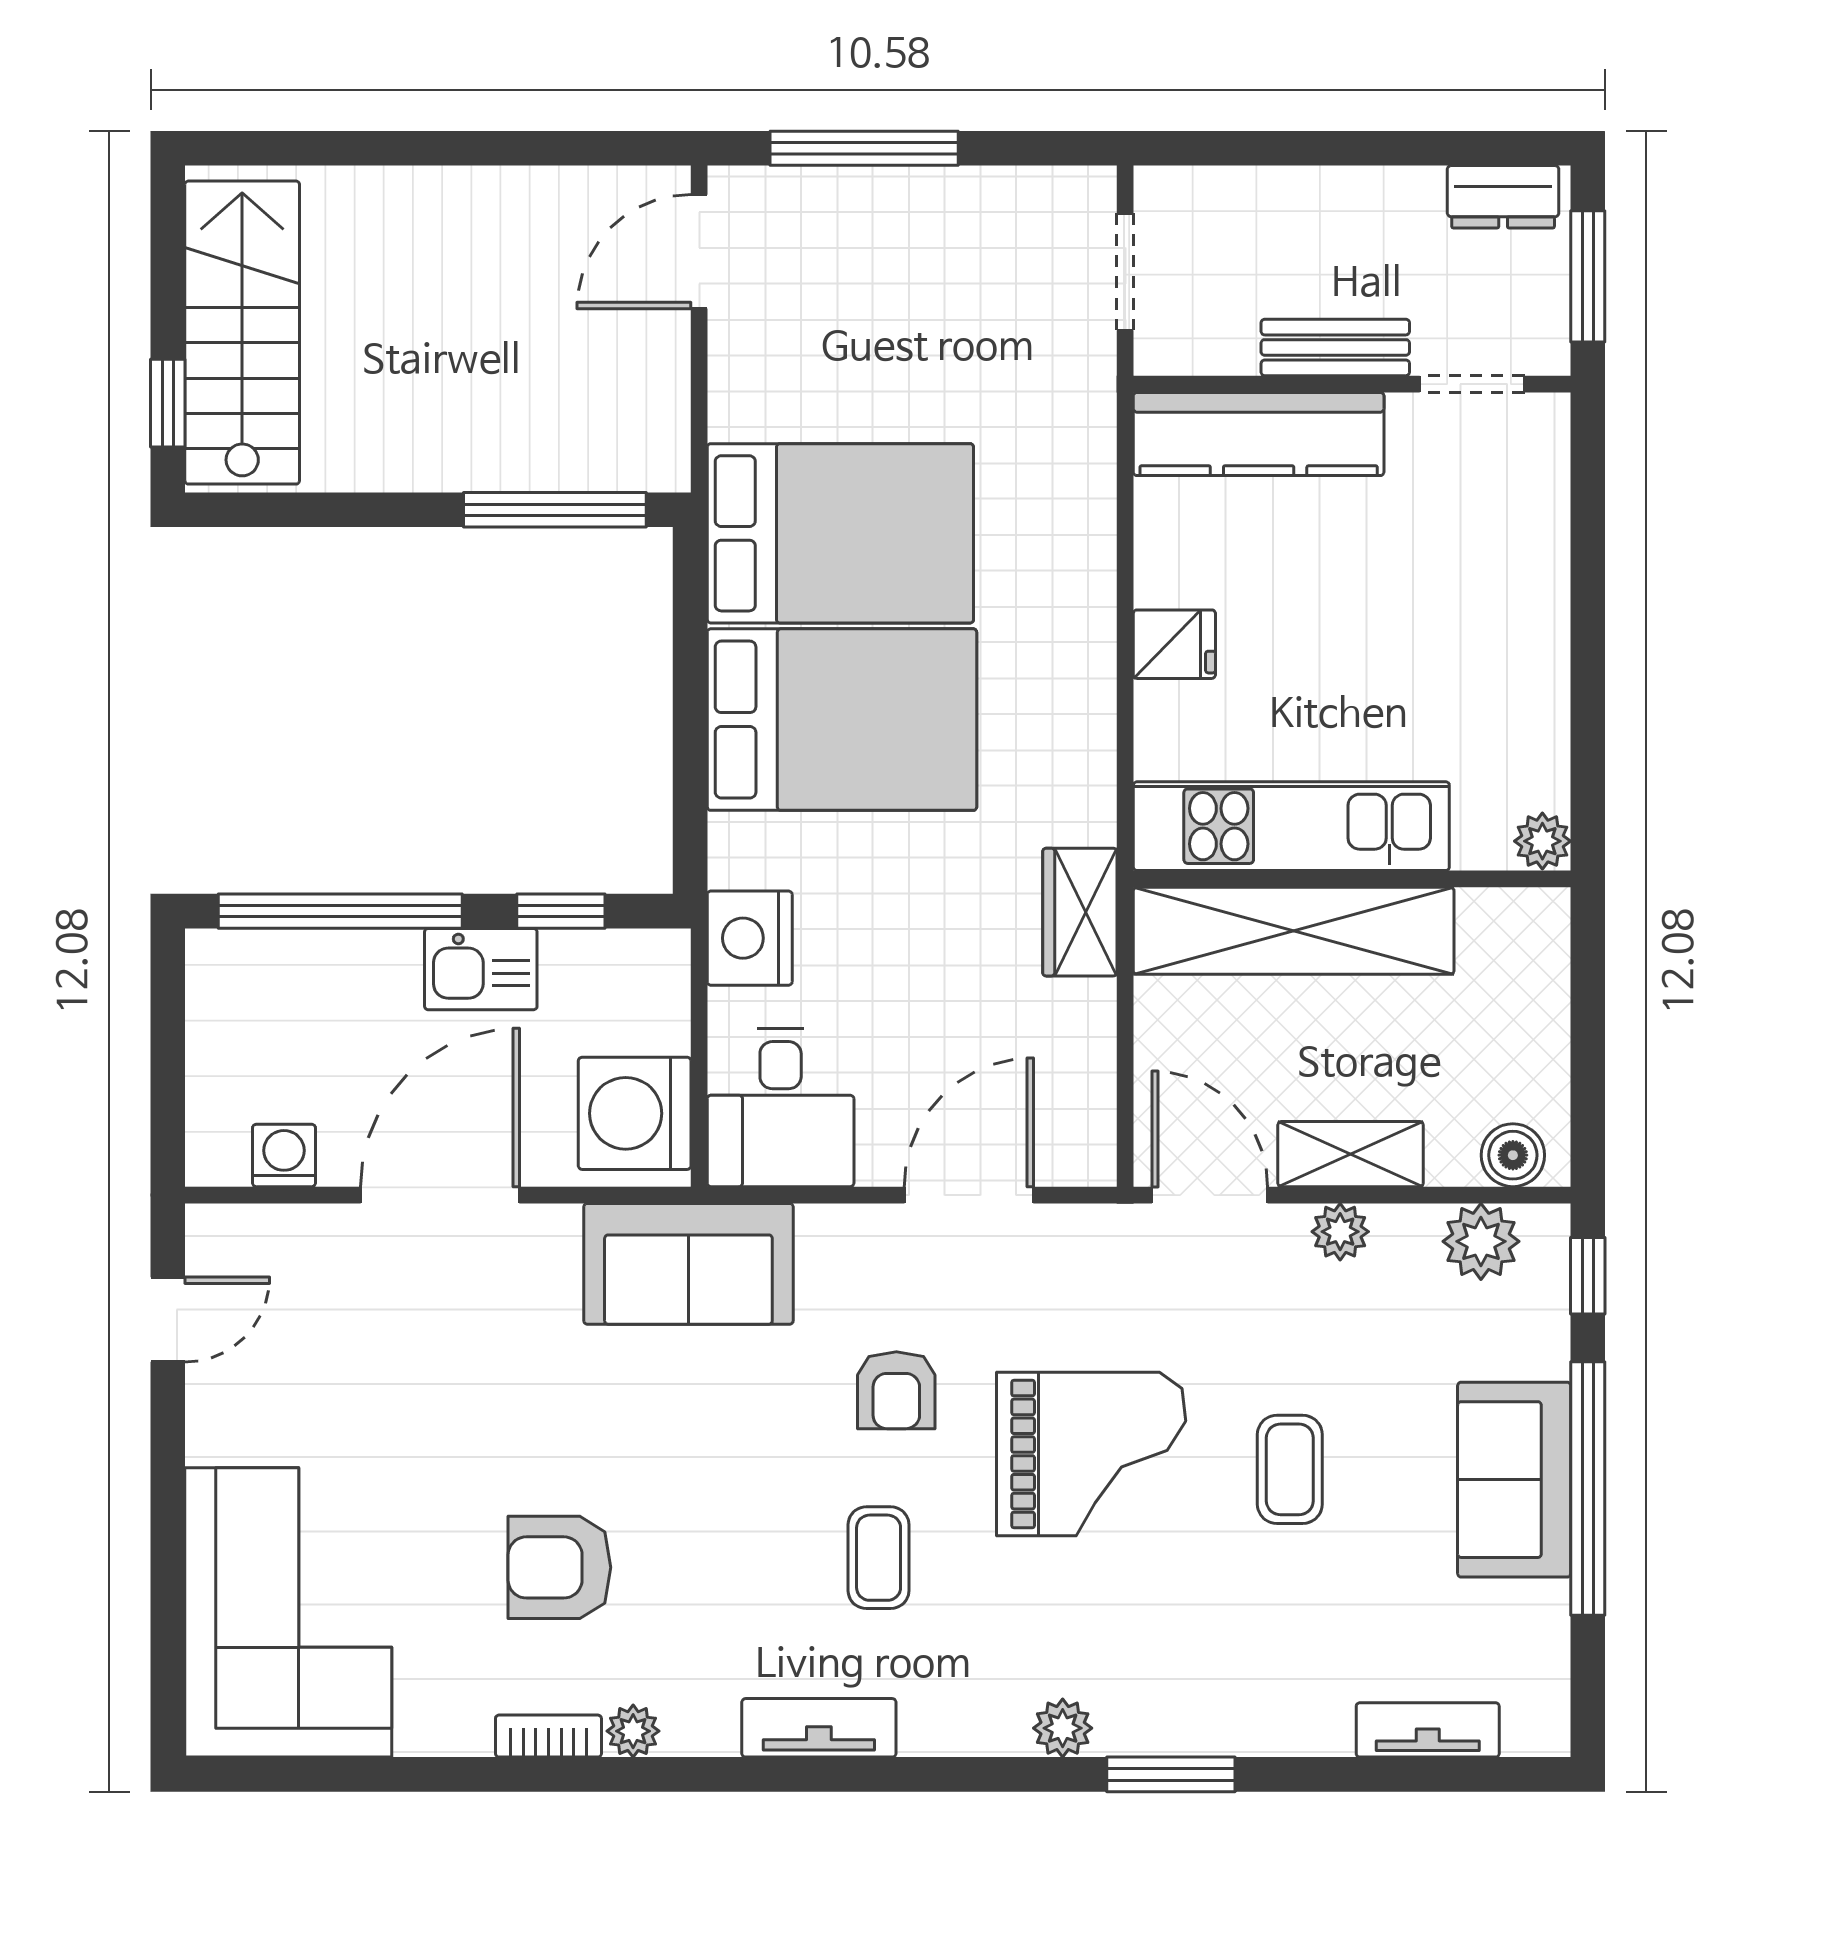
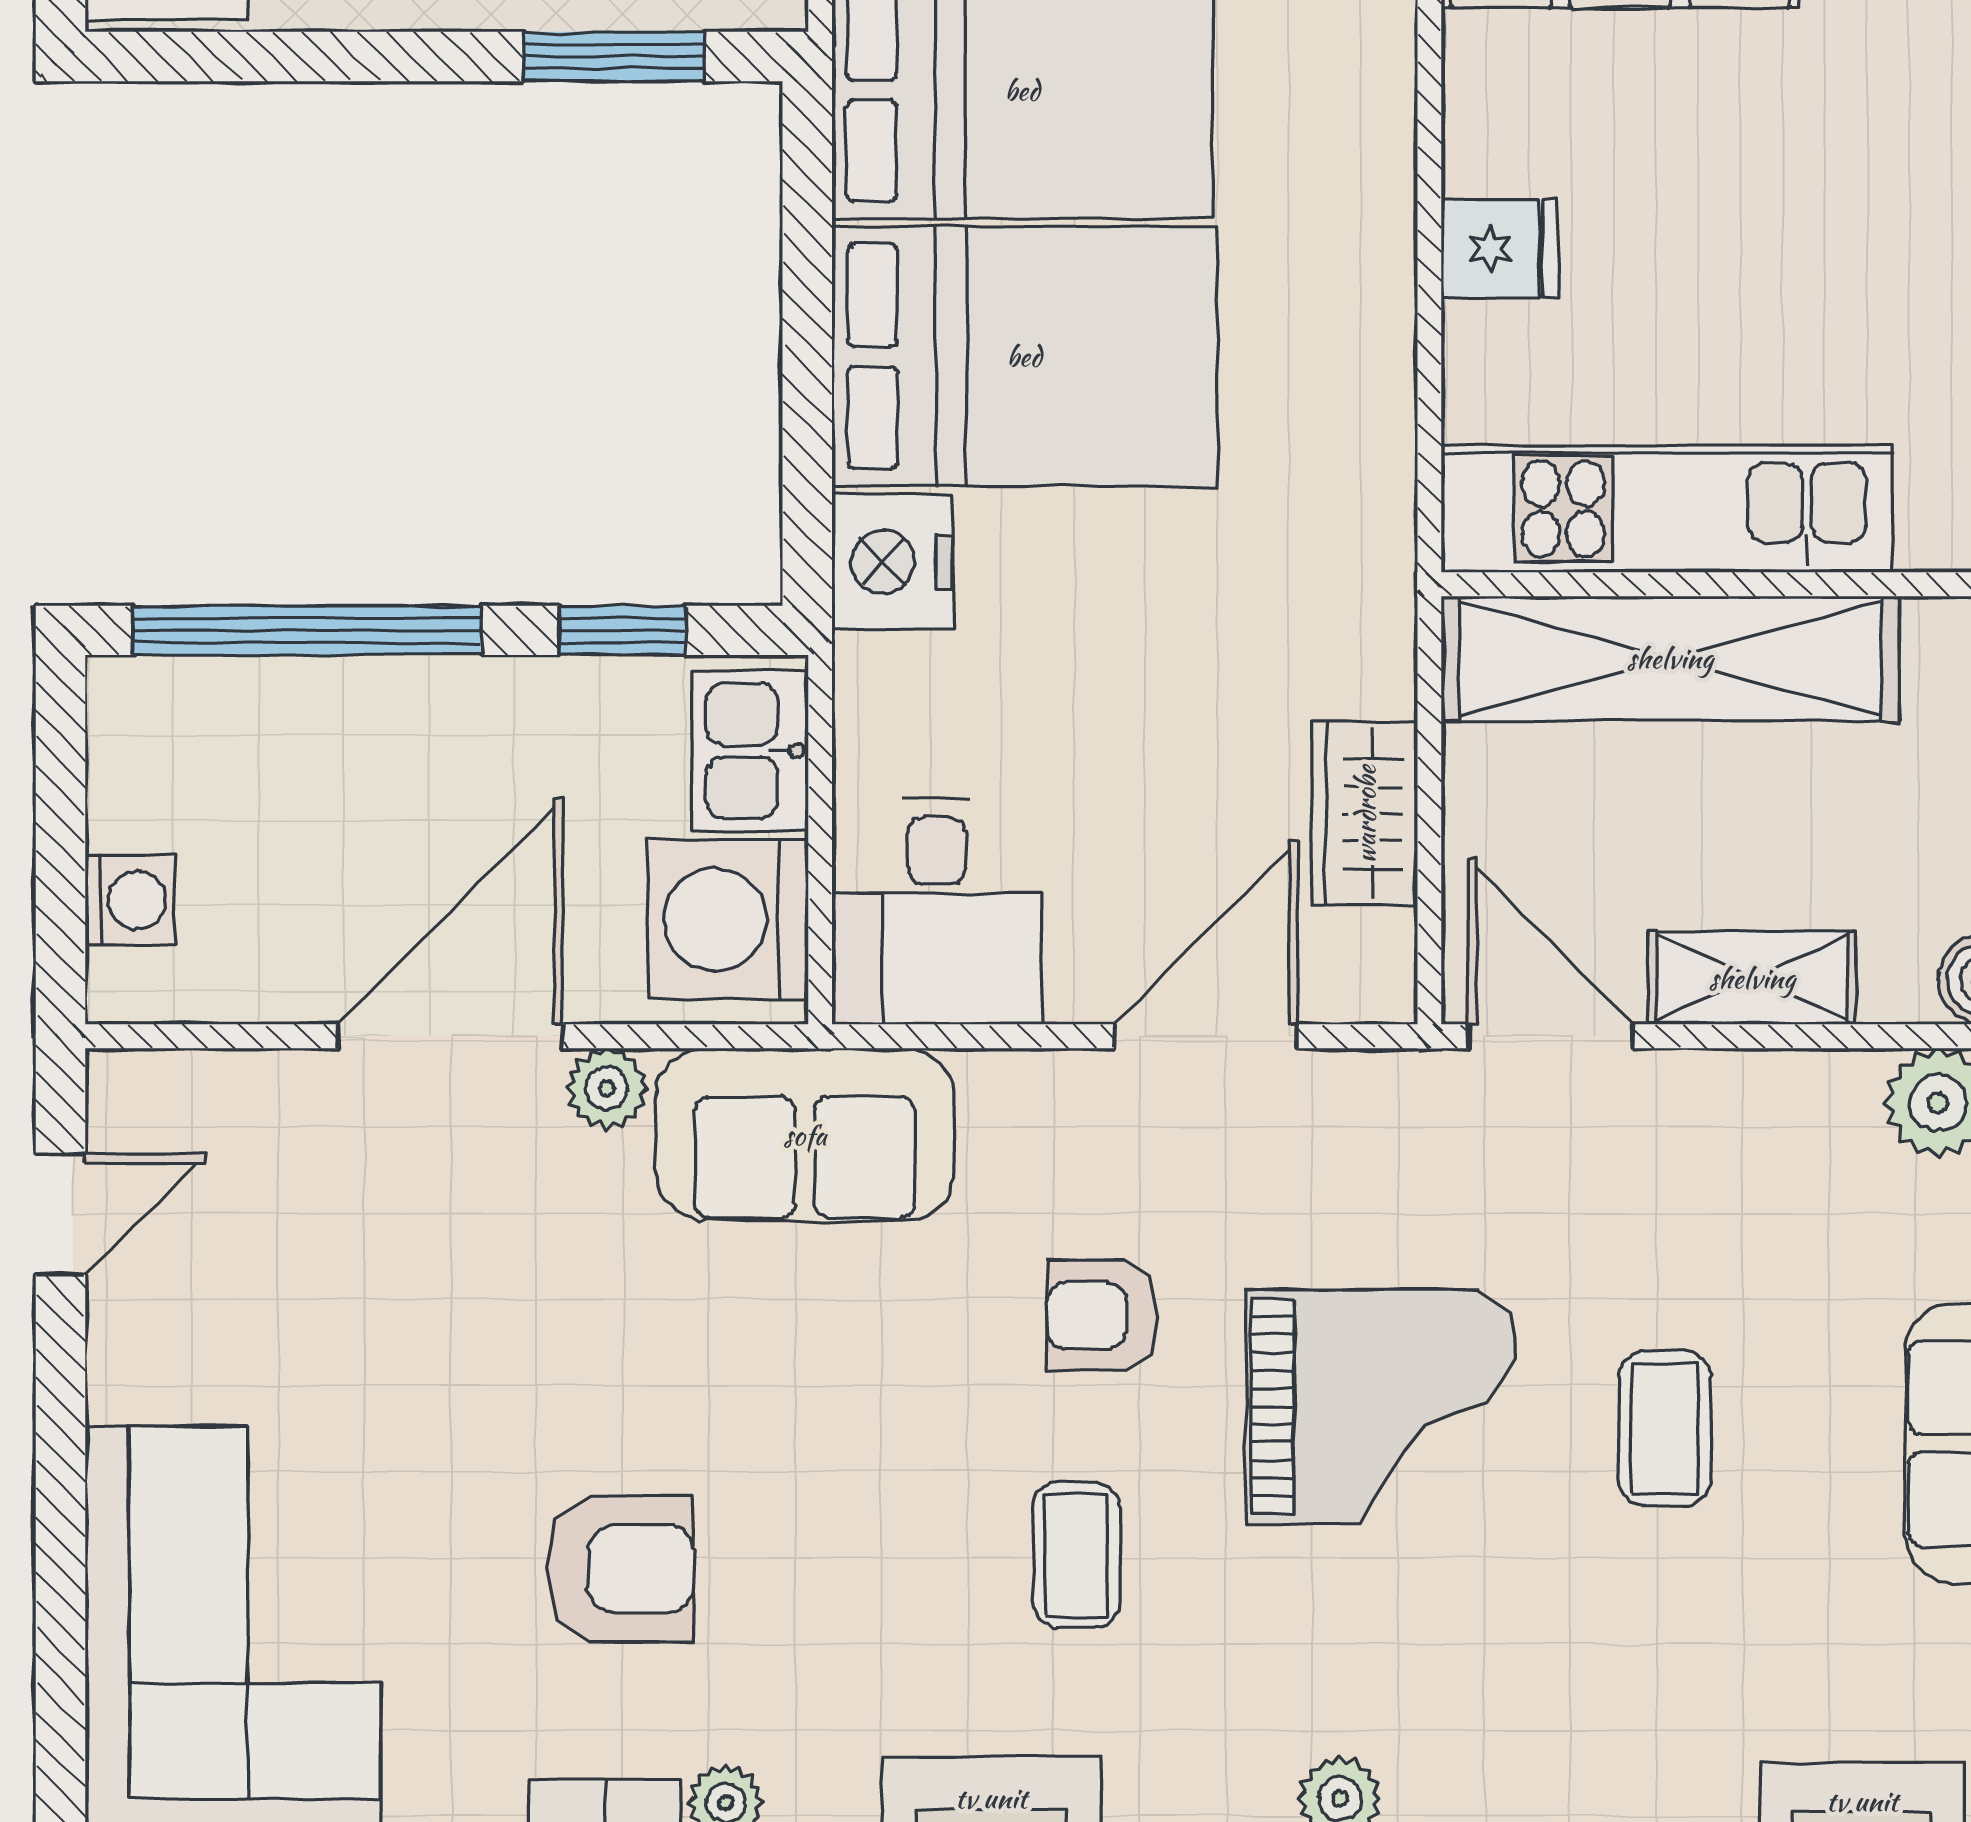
window: (555, 510) -> (614, 57), width x0.69
wardrobe: (1080, 912) -> (1365, 814), moved
nightstand: (750, 938) -> (892, 562), moved
kitchen sink: (481, 969) -> (750, 751), moved, turned 90
washing machine: (284, 1155) -> (130, 900), moved, turned 90
plant: (1340, 1232) -> (607, 1089), moved
armchair: (896, 1390) -> (1102, 1315), turned 90
armchair: (559, 1567) -> (620, 1569), turned 180

